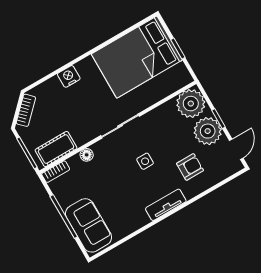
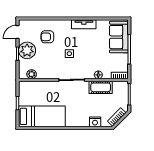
bed: (137, 57) -> (42, 116), width x0.67
nightstand: (69, 76) -> (95, 122), moved
plant: (191, 104) -> (32, 74), width x0.53, depth x0.53
cot: (56, 149) -> (101, 87), moved
tv unit: (166, 205) -> (84, 24), moved

